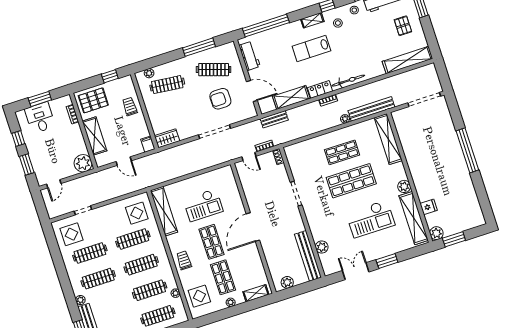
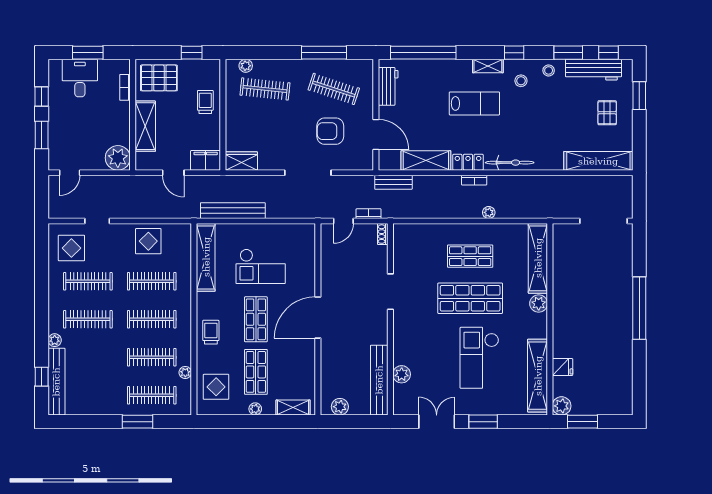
lab bench: (311, 49) -> (474, 103), turned 180
bench: (371, 109) -> (233, 211), moved
filing cabinet: (148, 144) -> (206, 160), width x2.00
door: (249, 156) -> (343, 221), hinge flipped
plant: (404, 186) -> (539, 303), moved
display table: (137, 213) -> (148, 241), moved
checkout: (371, 219) -> (479, 358), turned 90

